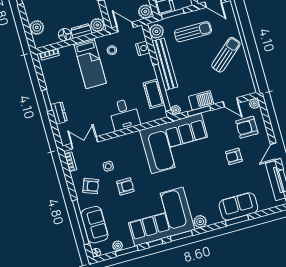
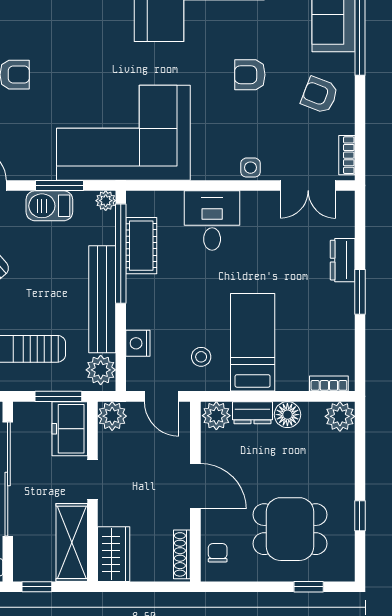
plant: (37, 27) -> (340, 416), moved
side table: (108, 166) -> (251, 168), moved

